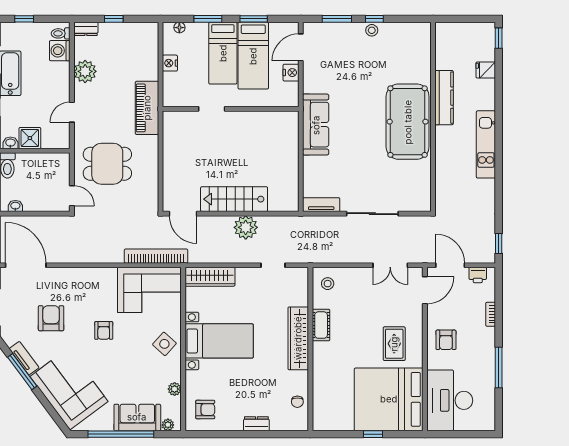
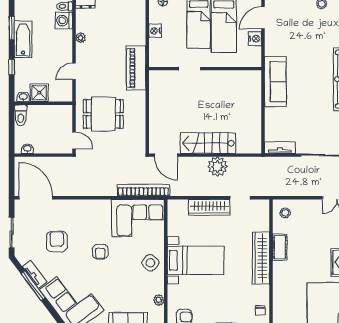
plant: (85, 71) -> (81, 38), width x0.53, depth x0.53
wardrobe: (210, 277) -> (209, 207), moved

